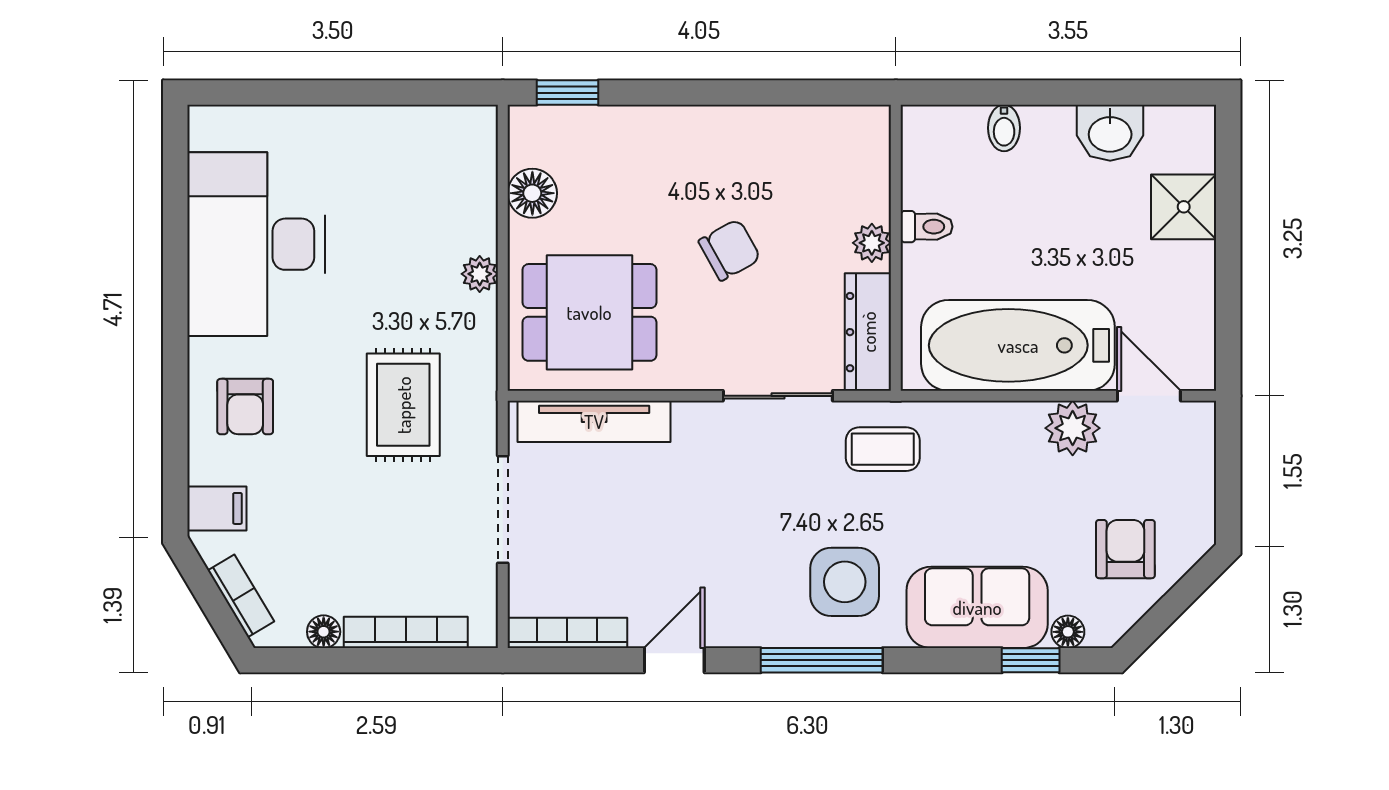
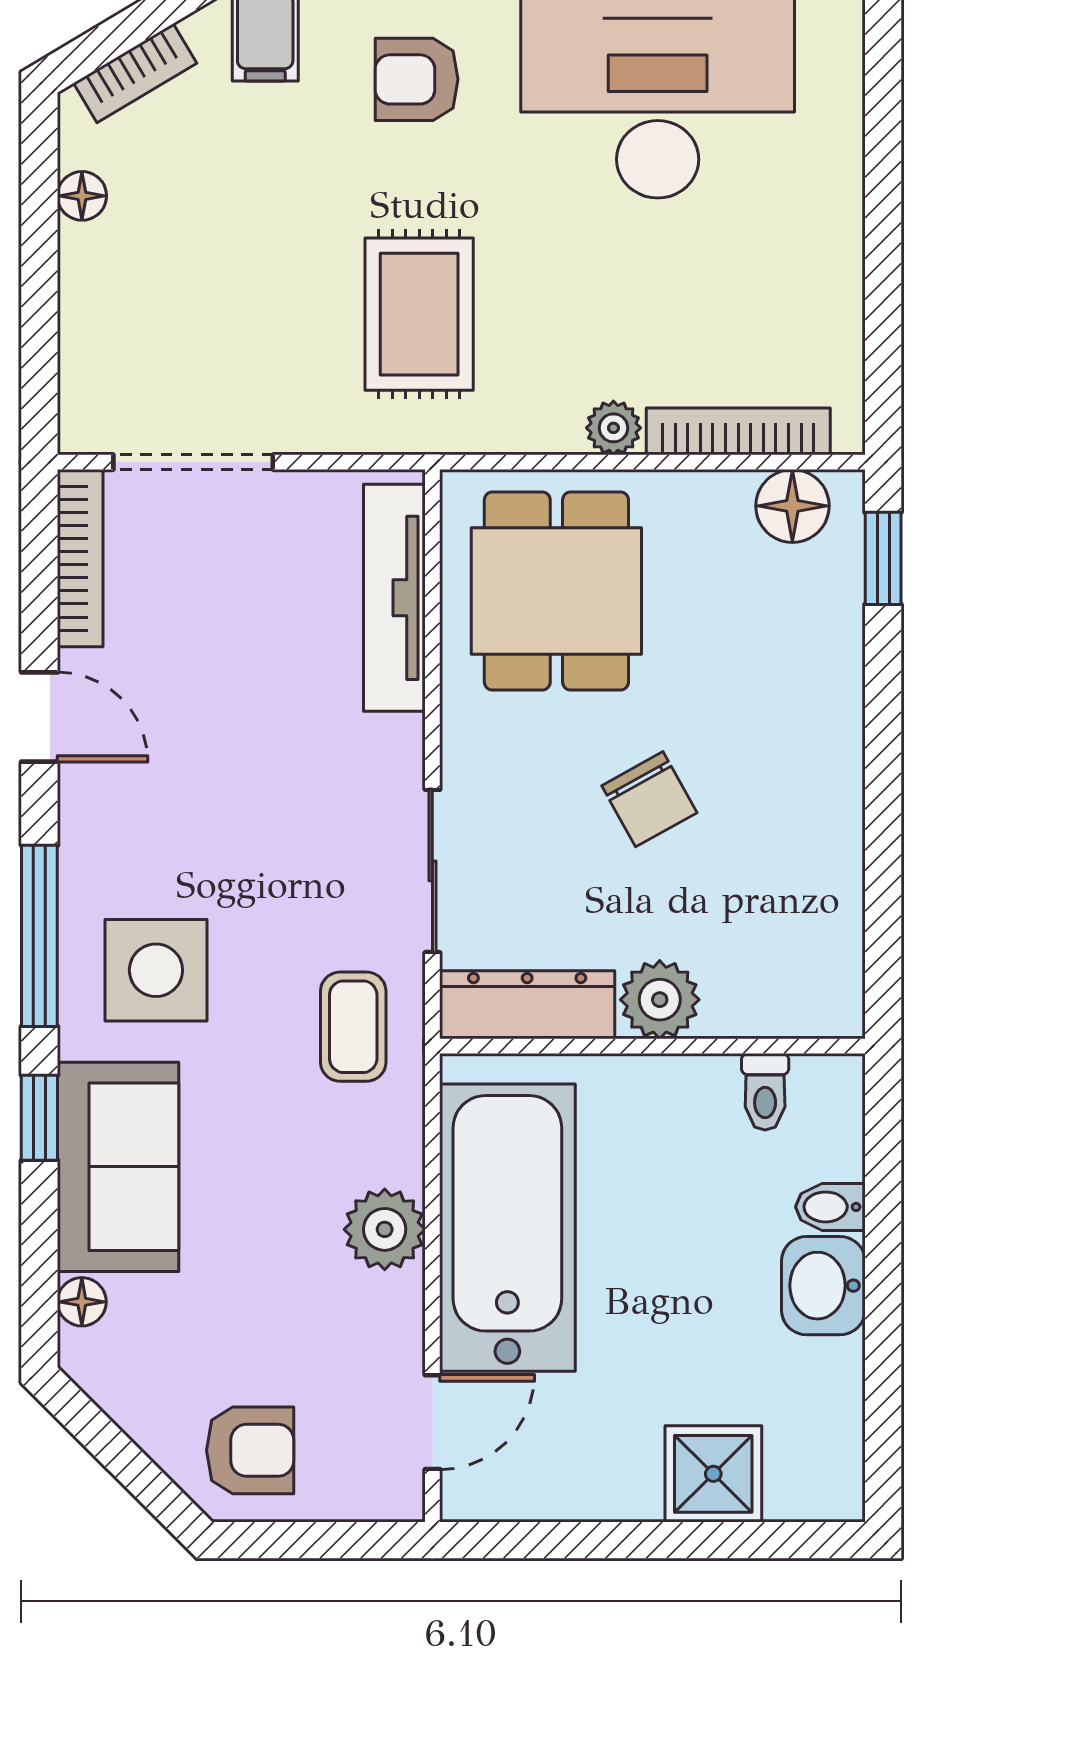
washbasin: (1110, 133) -> (823, 1286), moved
floor lamp: (532, 193) -> (792, 506), moved
toilet: (927, 227) -> (765, 1092), moved
plant: (872, 243) -> (660, 1000), width x1.38, depth x1.38
rug: (403, 405) -> (419, 314), turned 90
plant: (1073, 428) -> (385, 1229), moved
doorway: (503, 510) -> (193, 462), moved
armchair: (1125, 549) -> (250, 1450), moved
bookcase: (406, 632) -> (738, 431), moved, turned -90
window: (1031, 660) -> (39, 1118), moved

